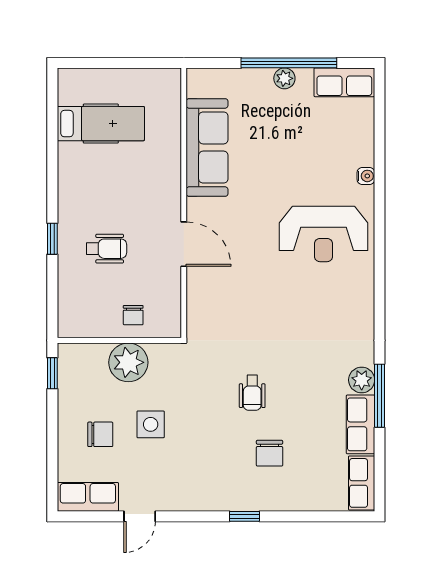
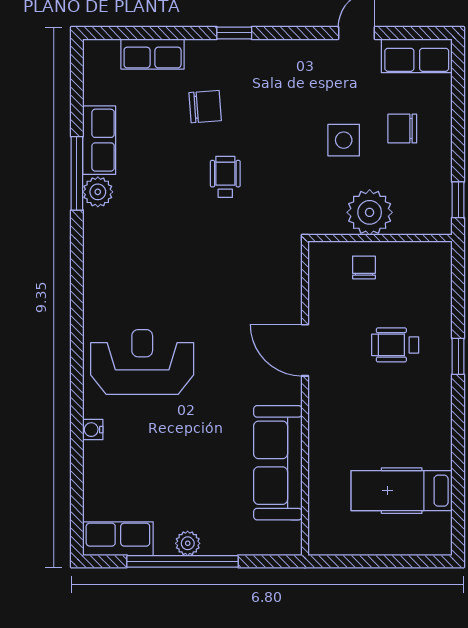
chair: (270, 453) -> (205, 107), turned 86
row of seats: (362, 483) -> (153, 54), moved, turned 90

